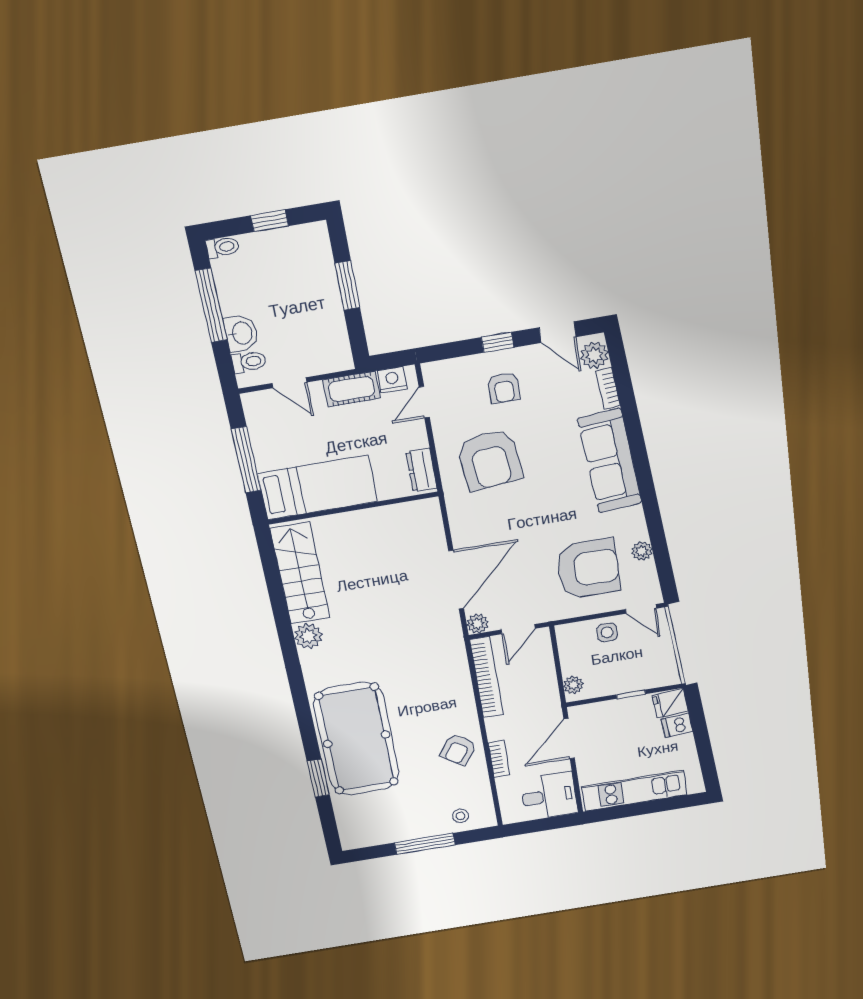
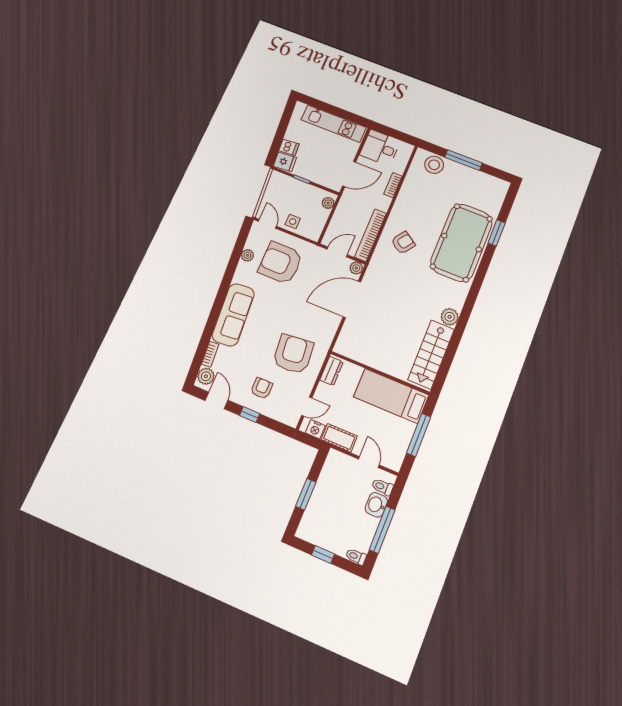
armchair: (458, 750) -> (403, 243), moved
stool: (460, 816) -> (434, 165), width x1.89, depth x1.89

